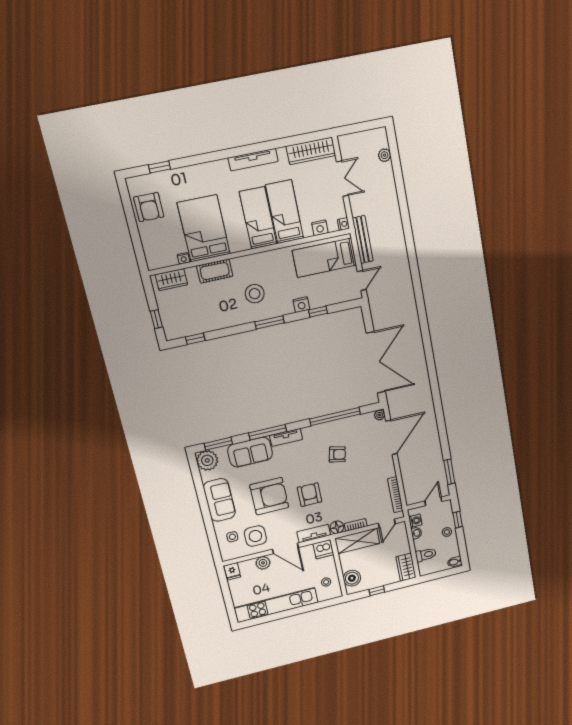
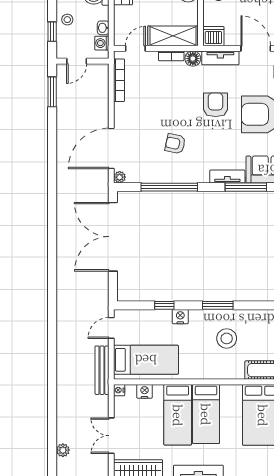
armchair: (310, 495) -> (216, 105), turned 180

